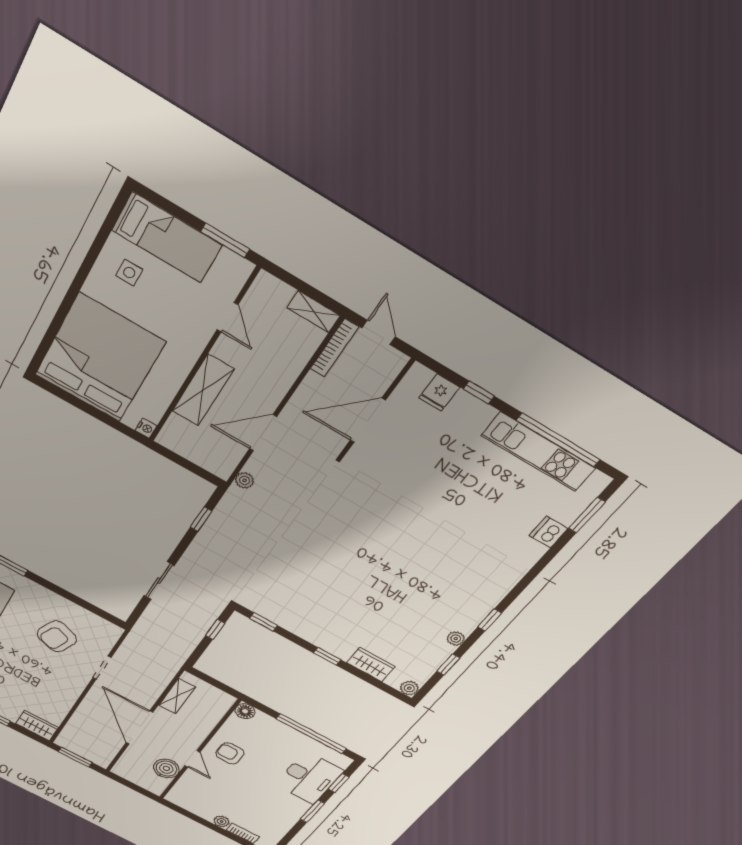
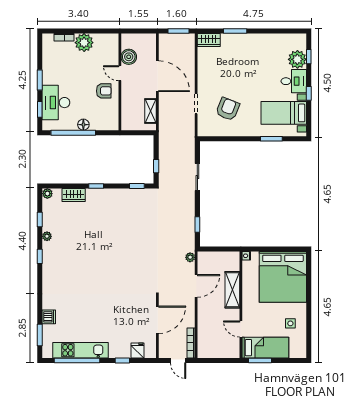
bed: (167, 238) -> (265, 348), moved, turned 180
shelving: (314, 312) -> (209, 353), removed
floor lamp: (245, 711) -> (83, 125), moved
plant: (222, 821) -> (84, 43), width x1.88, depth x1.88

